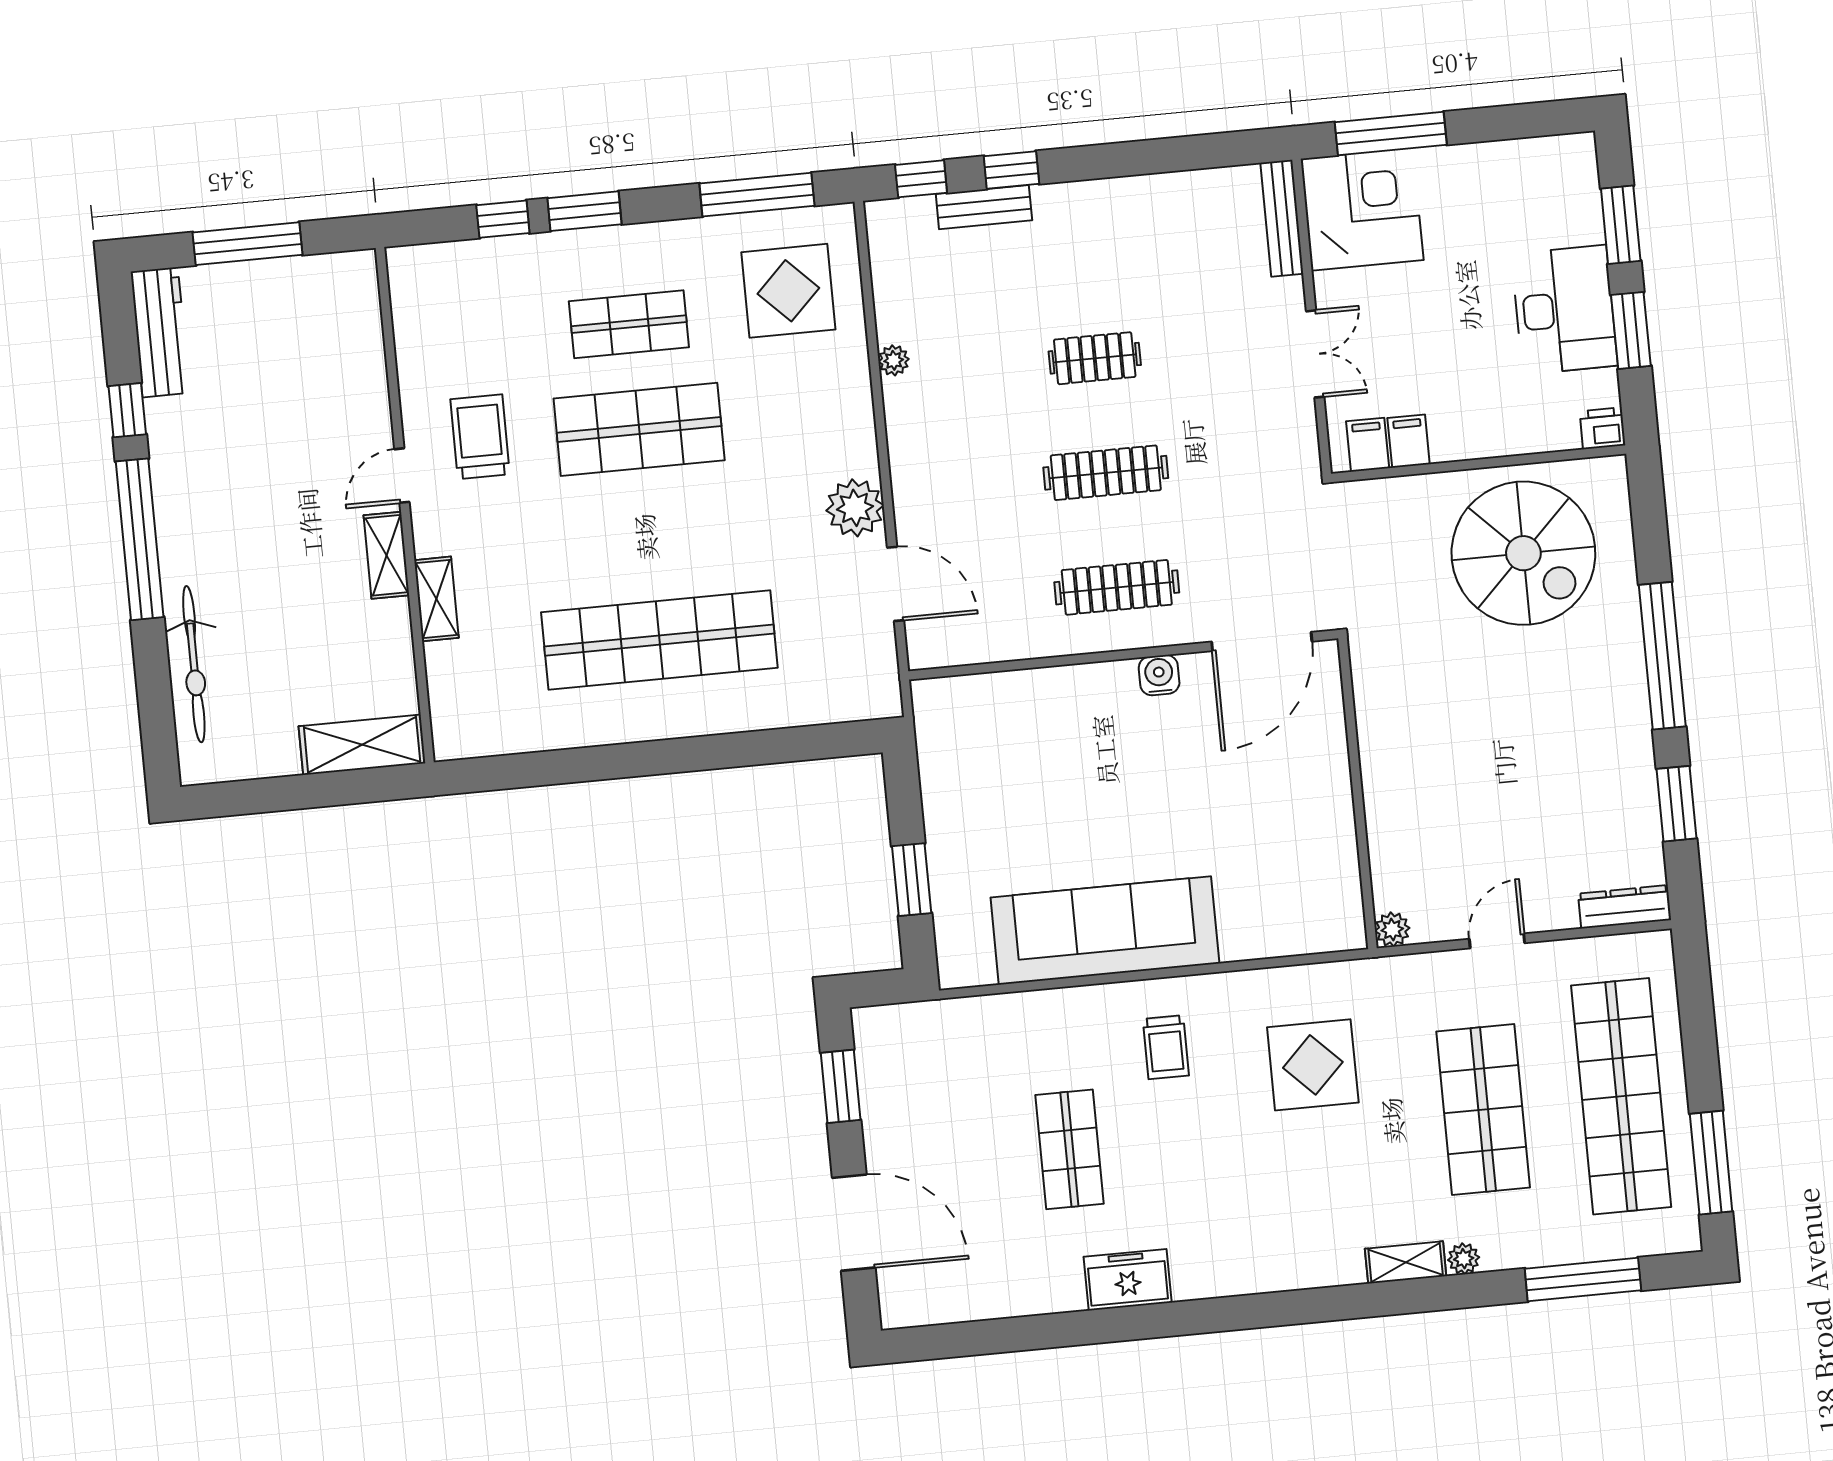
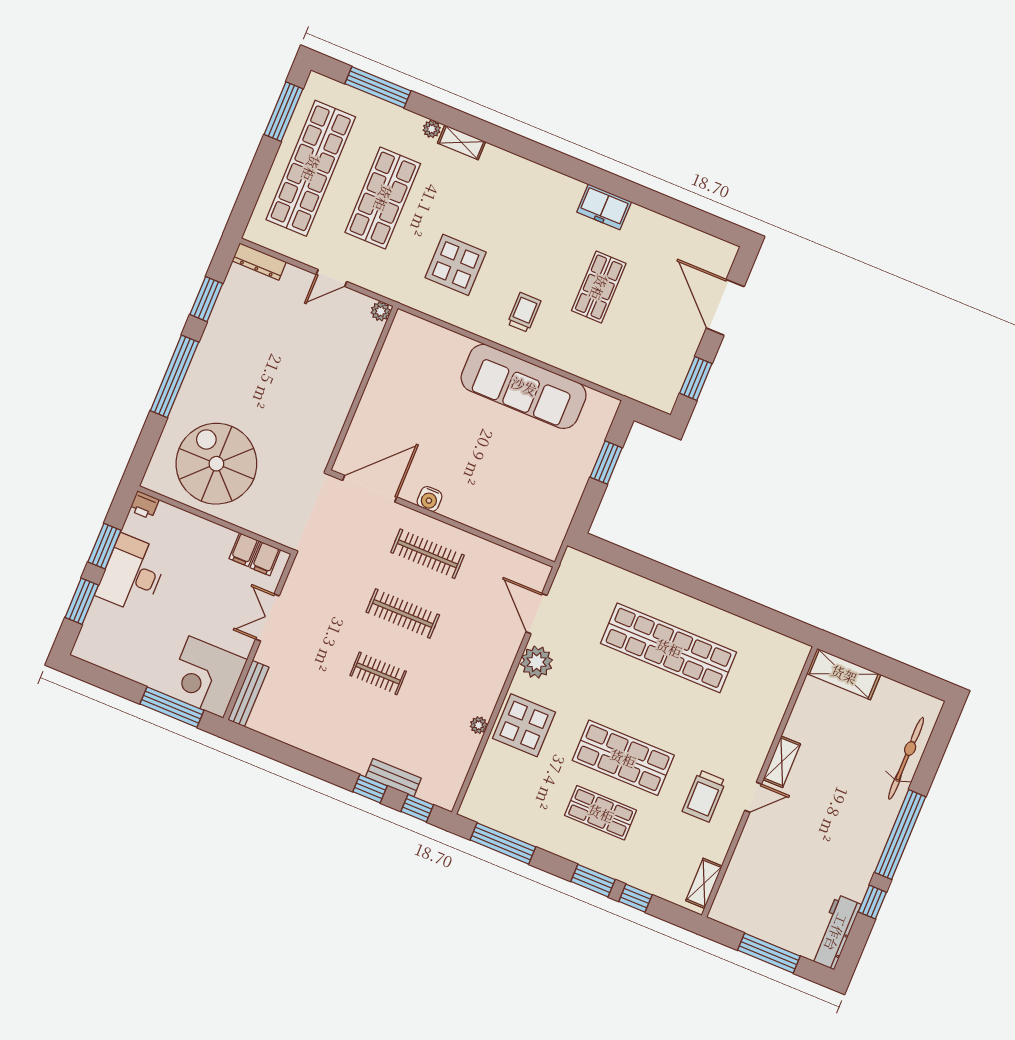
display table: (788, 291) -> (524, 725), moved
shelving: (436, 599) -> (704, 883), moved

